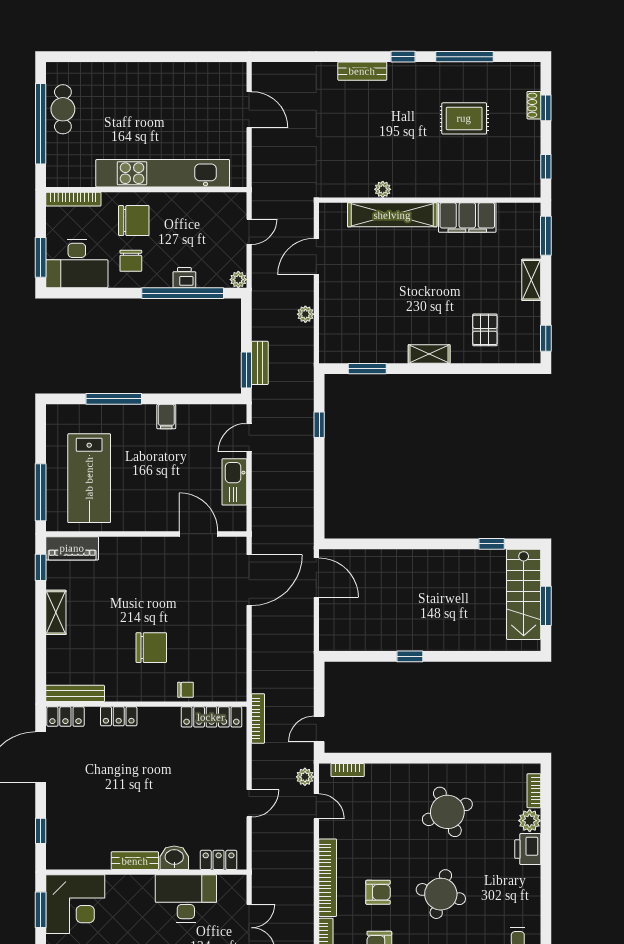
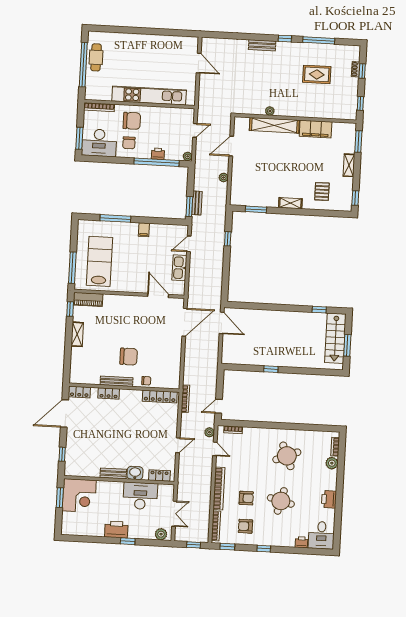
lab bench: (89, 478) -> (99, 261), turned 180
bench: (75, 693) -> (117, 381), moved
printer: (528, 849) -> (329, 499), moved

